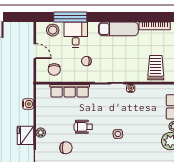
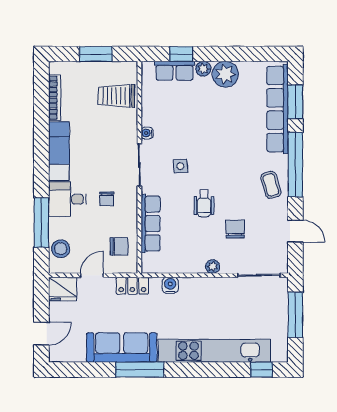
desk: (76, 35) -> (67, 199), moved
locker: (28, 78) -> (132, 286), added
side table: (118, 134) -> (180, 166), moved
fridge: (25, 135) -> (63, 289), moved

